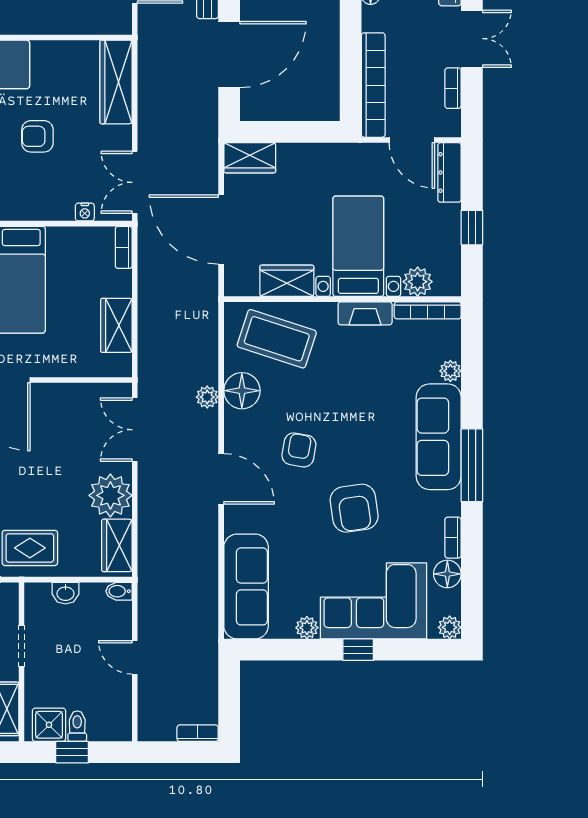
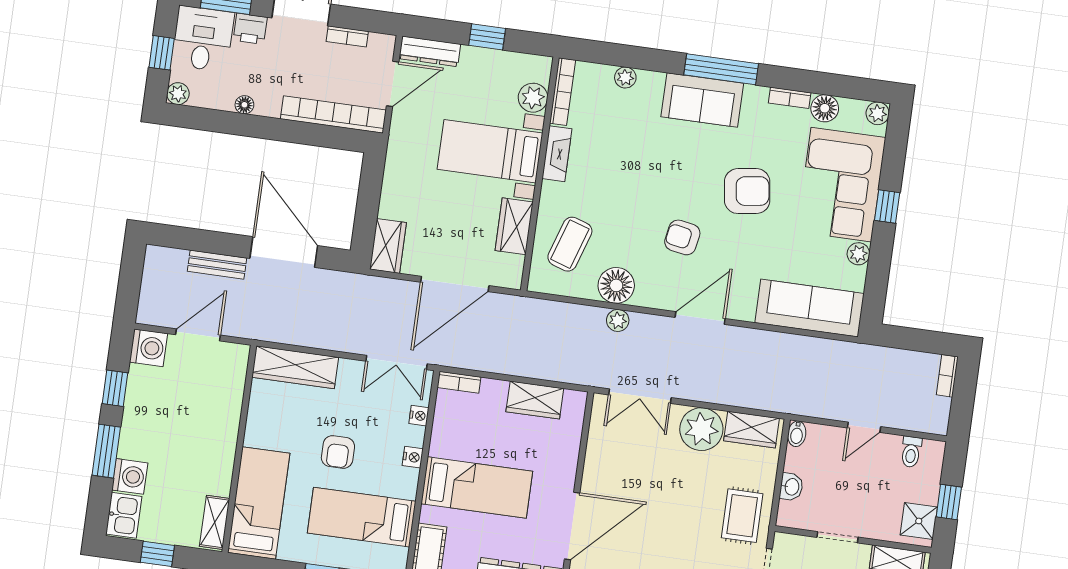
nightstand: (43, 212) -> (413, 457), added
coffee table: (277, 339) -> (570, 244), width x0.73, depth x0.76
sofa: (439, 437) -> (702, 100), width x0.73
toilet: (77, 726) -> (911, 452), moved, turned -90

